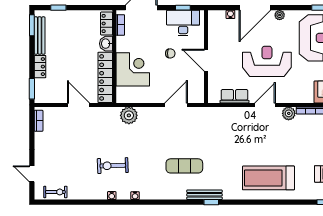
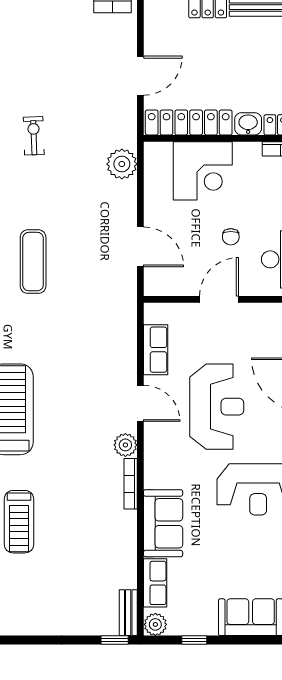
exercise bike: (113, 166) -> (34, 136), width x0.73, depth x0.72

